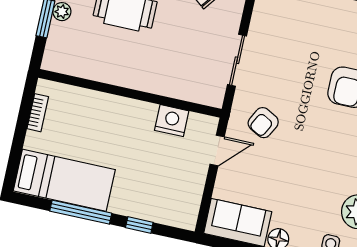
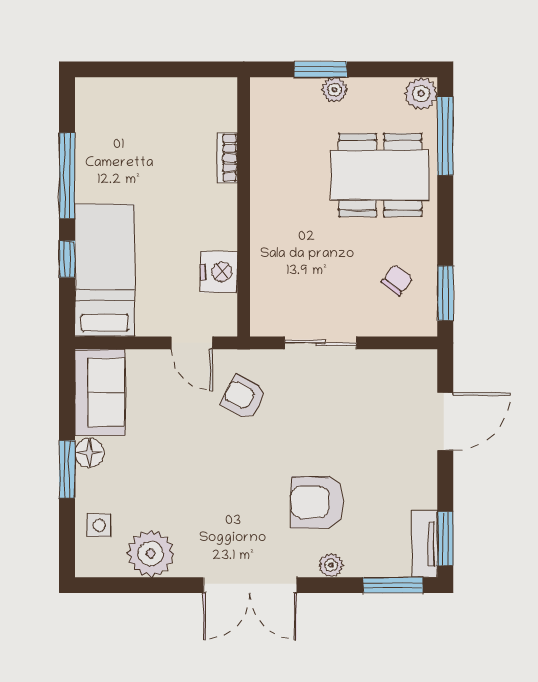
bookcase: (38, 113) -> (227, 158), moved, turned 90
bed: (64, 180) -> (105, 270), moved, turned 180

